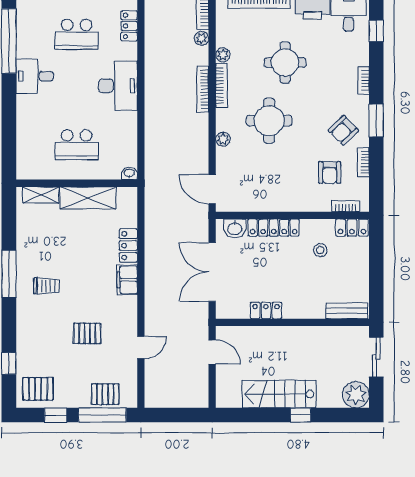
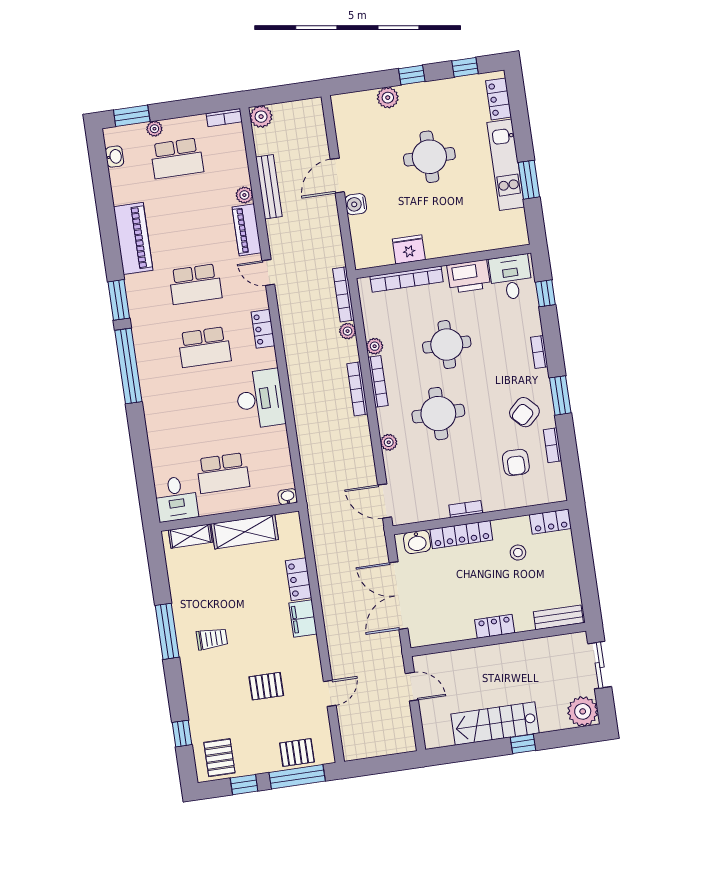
desk: (35, 76) -> (176, 499), moved, turned -90
bookcase: (346, 206) -> (466, 509), moved
locker: (266, 310) -> (495, 626), moved
pallet: (38, 389) -> (219, 758), turned 90

